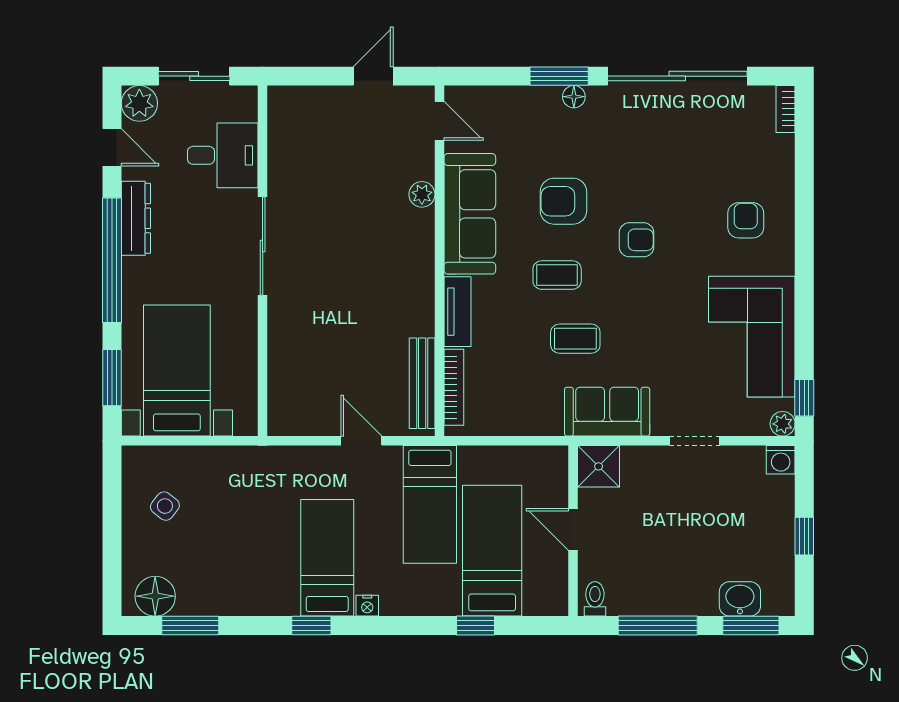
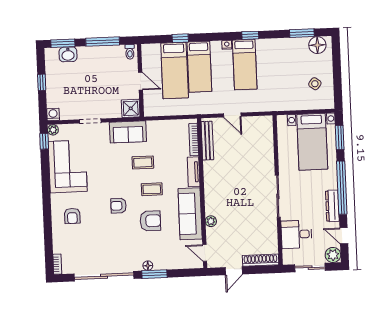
shoe rack: (309, 98) -> (261, 260), added
bed: (430, 504) -> (199, 67), moved, turned 180

